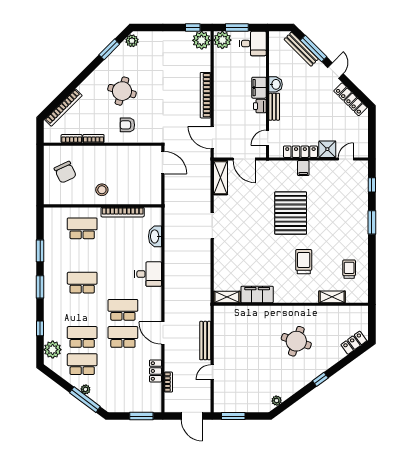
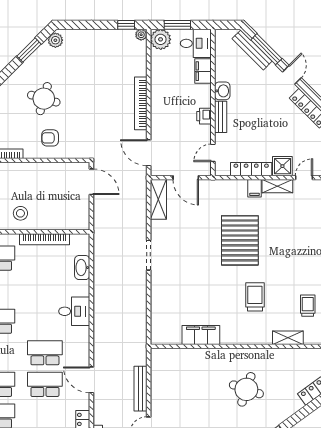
plant: (202, 40) -> (141, 35), width x0.53, depth x0.53
filing cabinet: (259, 88) -> (203, 71), moved
shelving: (227, 297) -> (277, 186), moved

